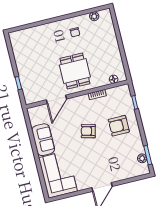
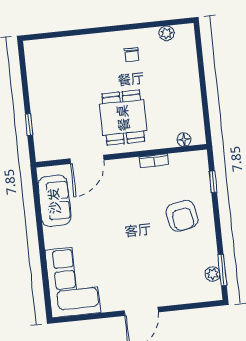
armchair: (119, 126) -> (182, 216), turned -101
armchair: (88, 131) -> (132, 218), removed
sofa: (43, 140) -> (54, 201), moved

